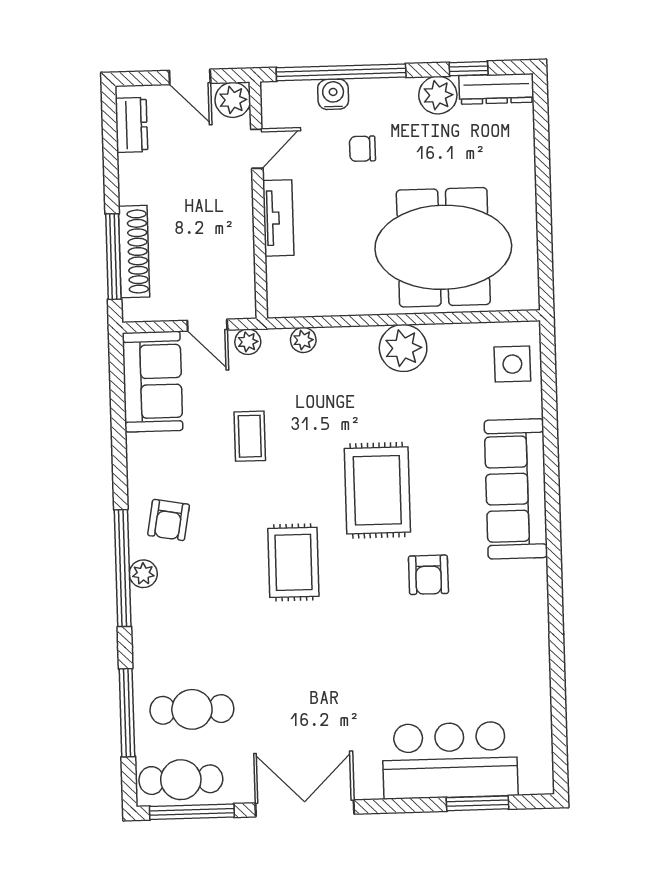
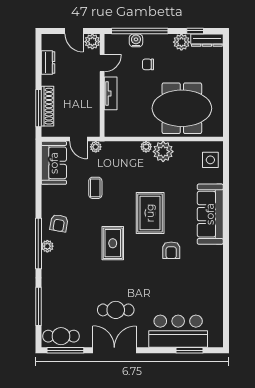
dresser: (131, 125) -> (48, 63), moved
plant: (303, 340) -> (146, 147), moved
cafe table: (192, 709) -> (116, 310), moved

